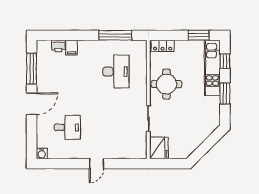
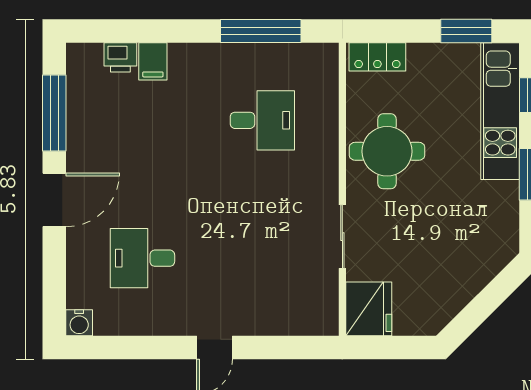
desk: (116, 72) -> (262, 120), width x0.73
desk: (67, 127) -> (142, 258), turned 180

